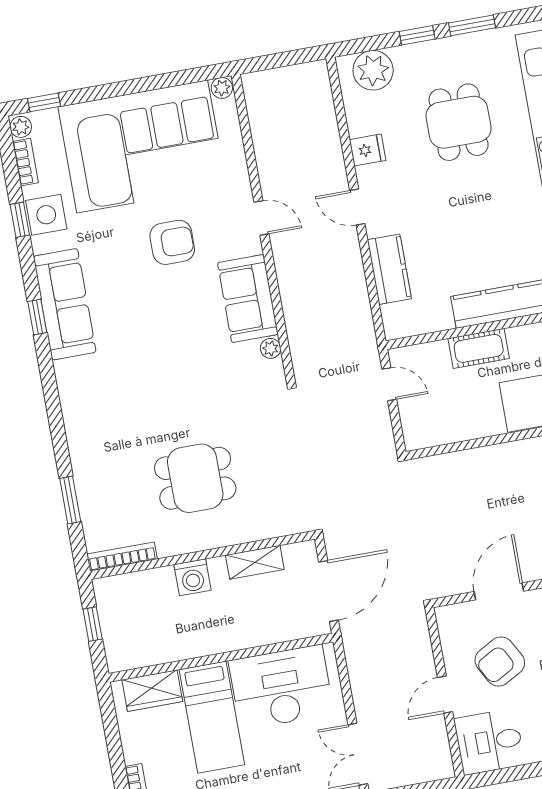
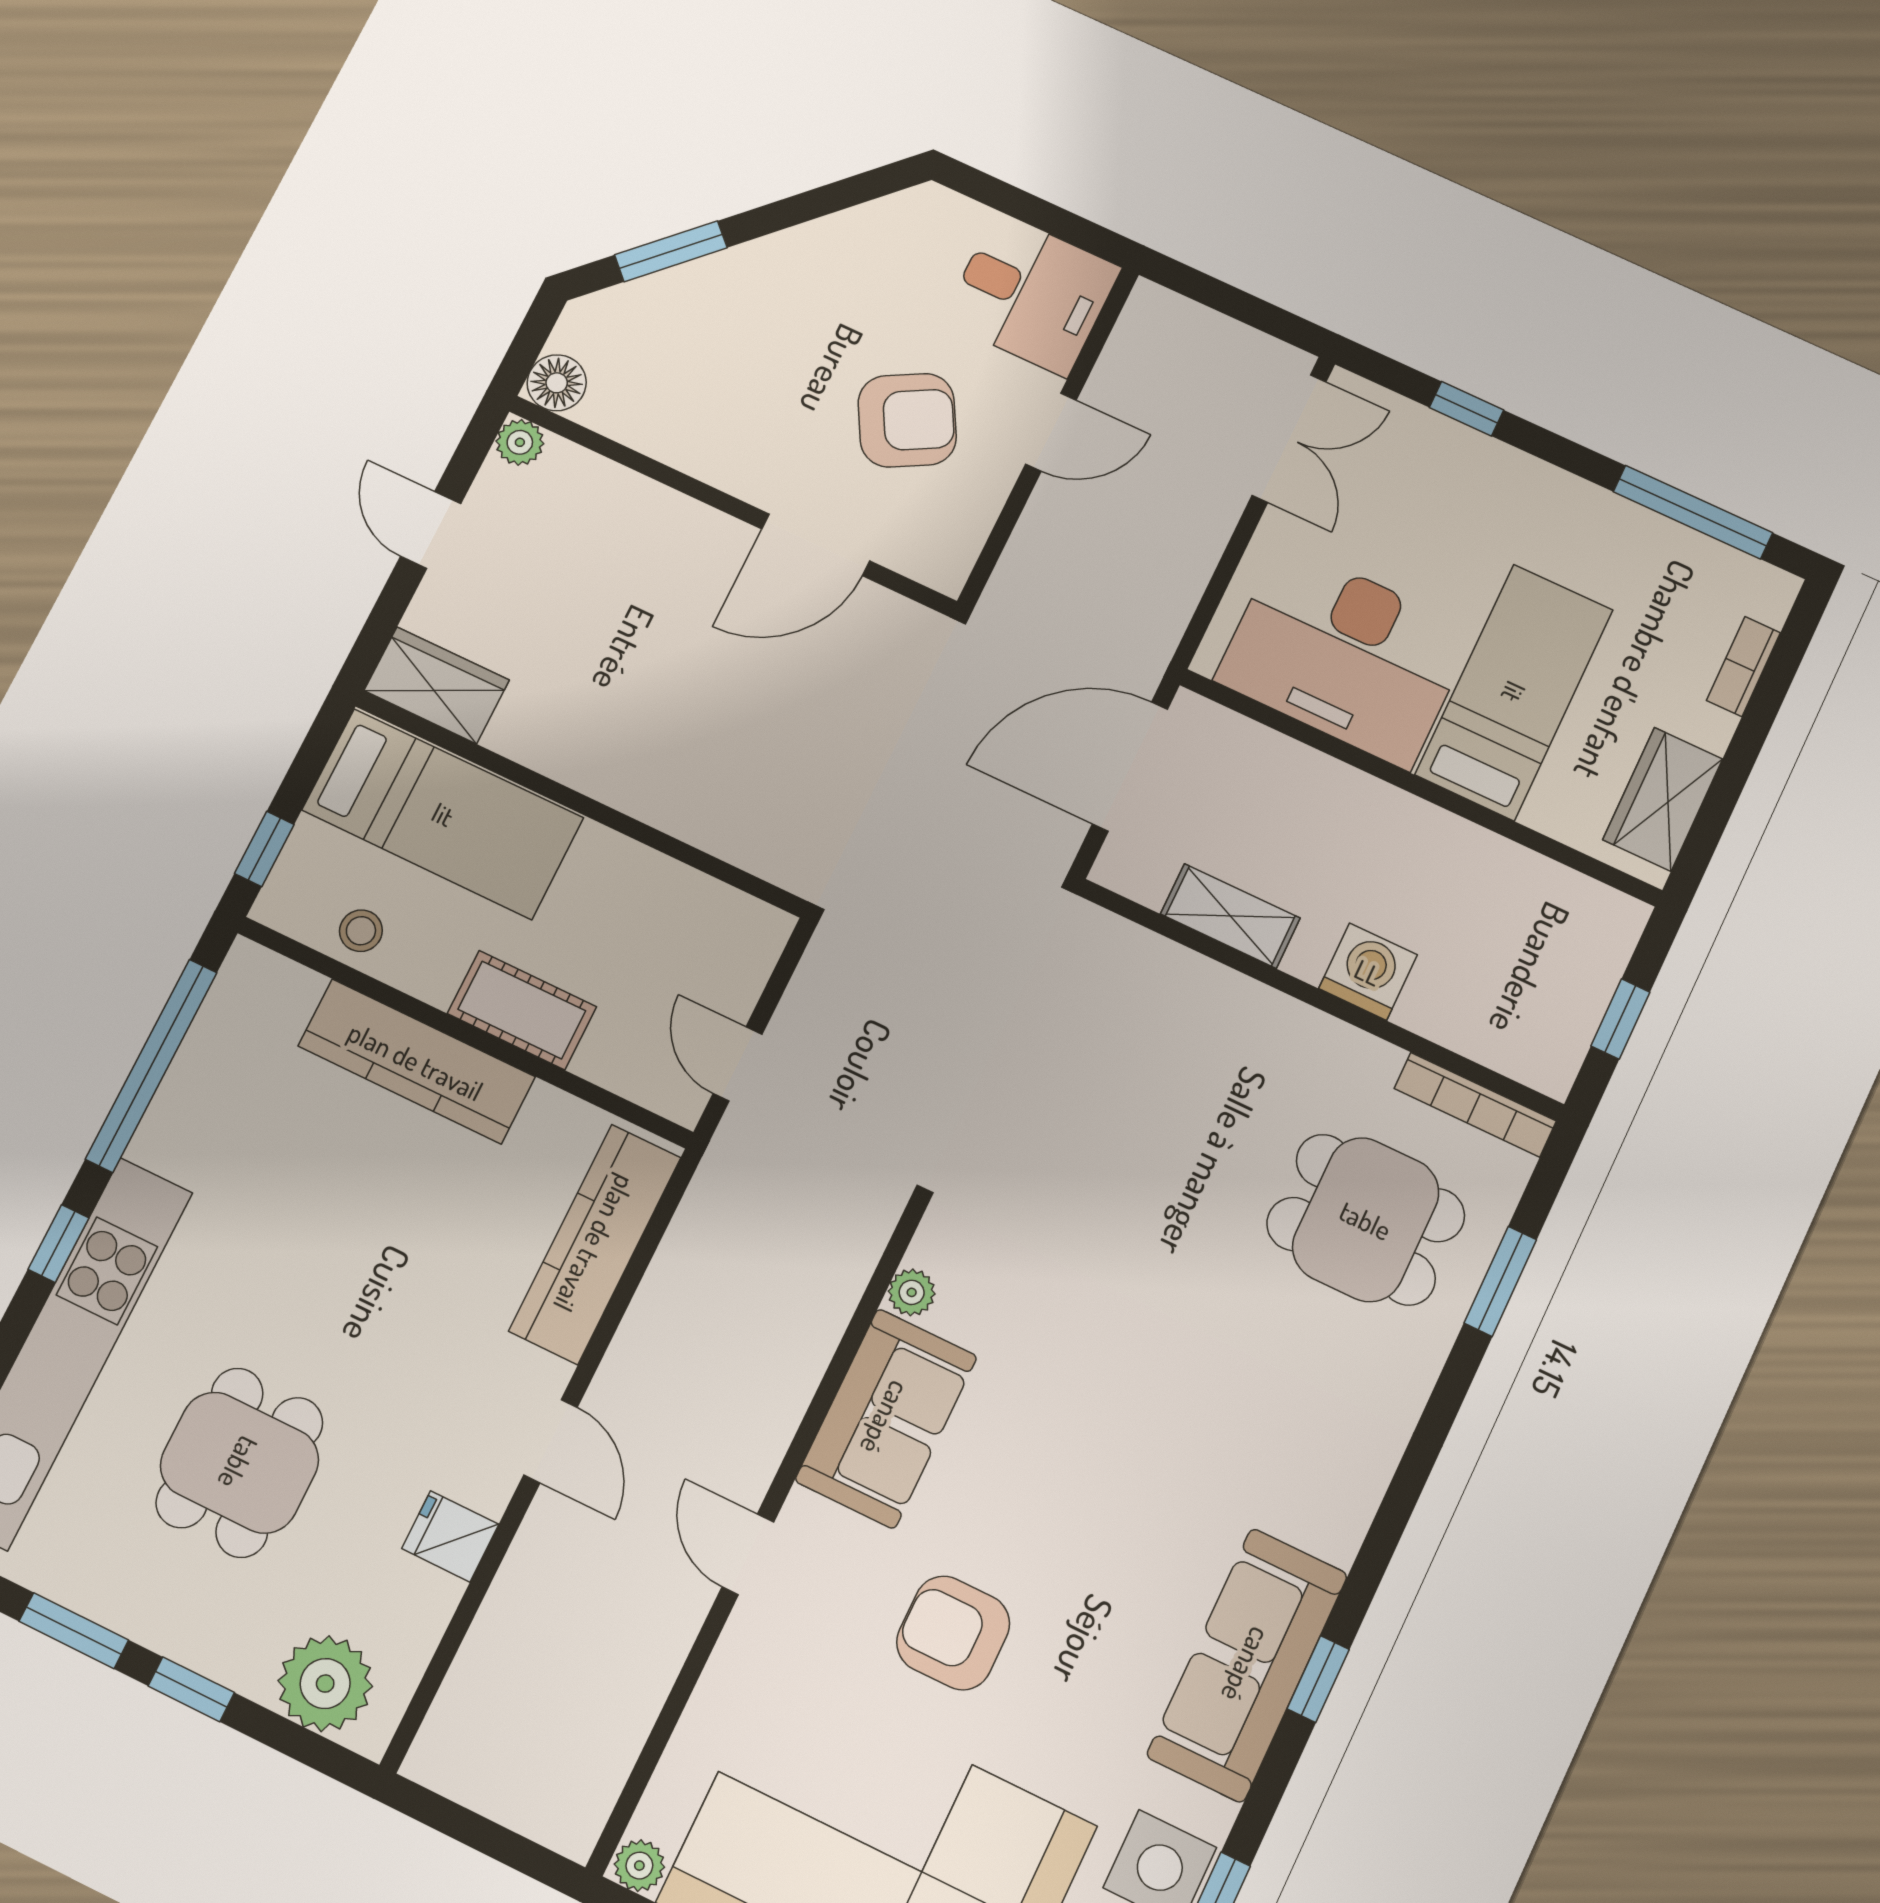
kitchen counter: (389, 269) -> (595, 1244), width x1.50
dining table: (195, 478) -> (1366, 1220), moved
wardrobe: (152, 691) -> (1663, 799), moved, turned -90

